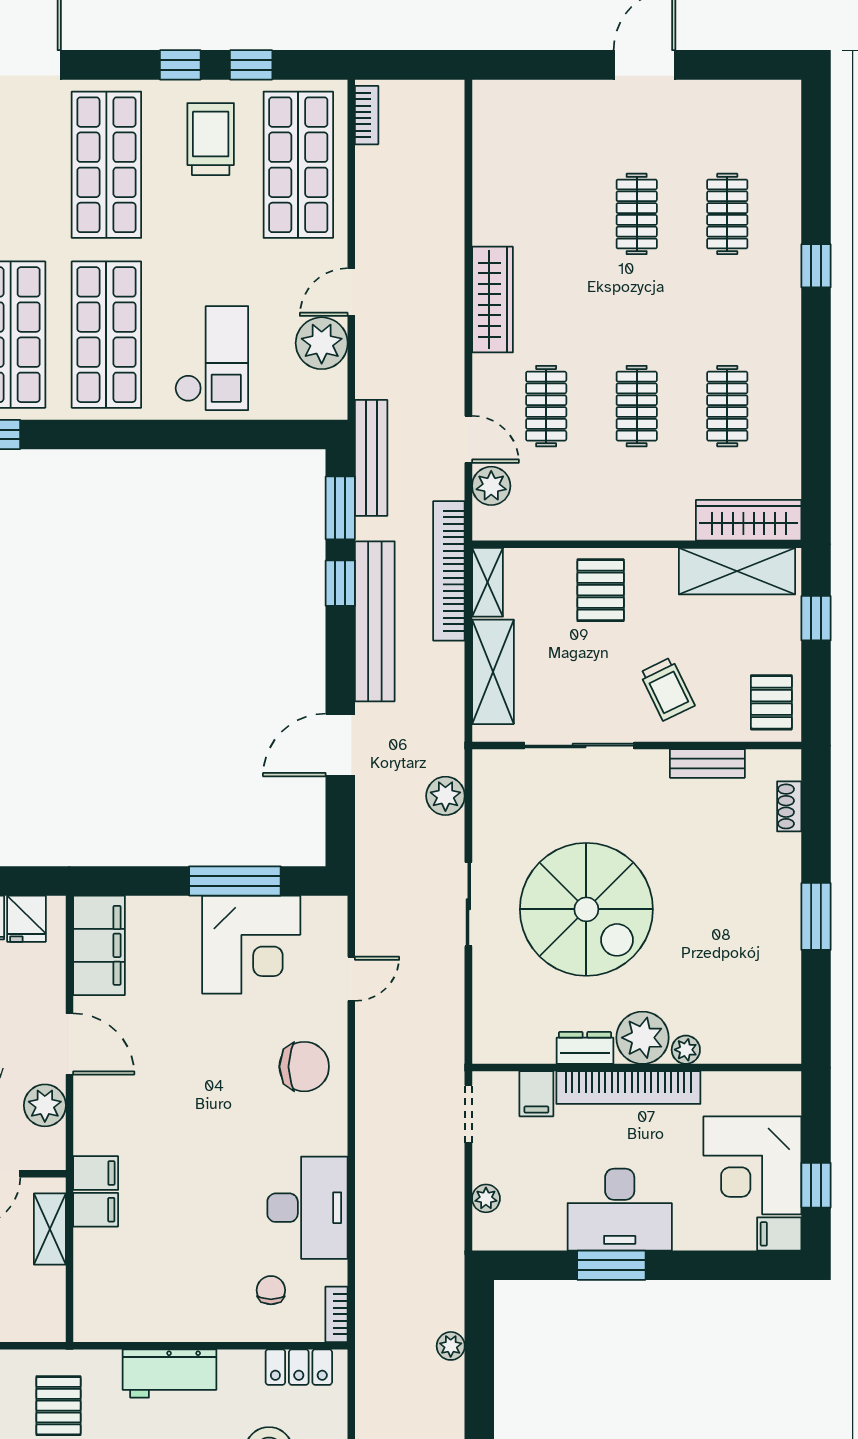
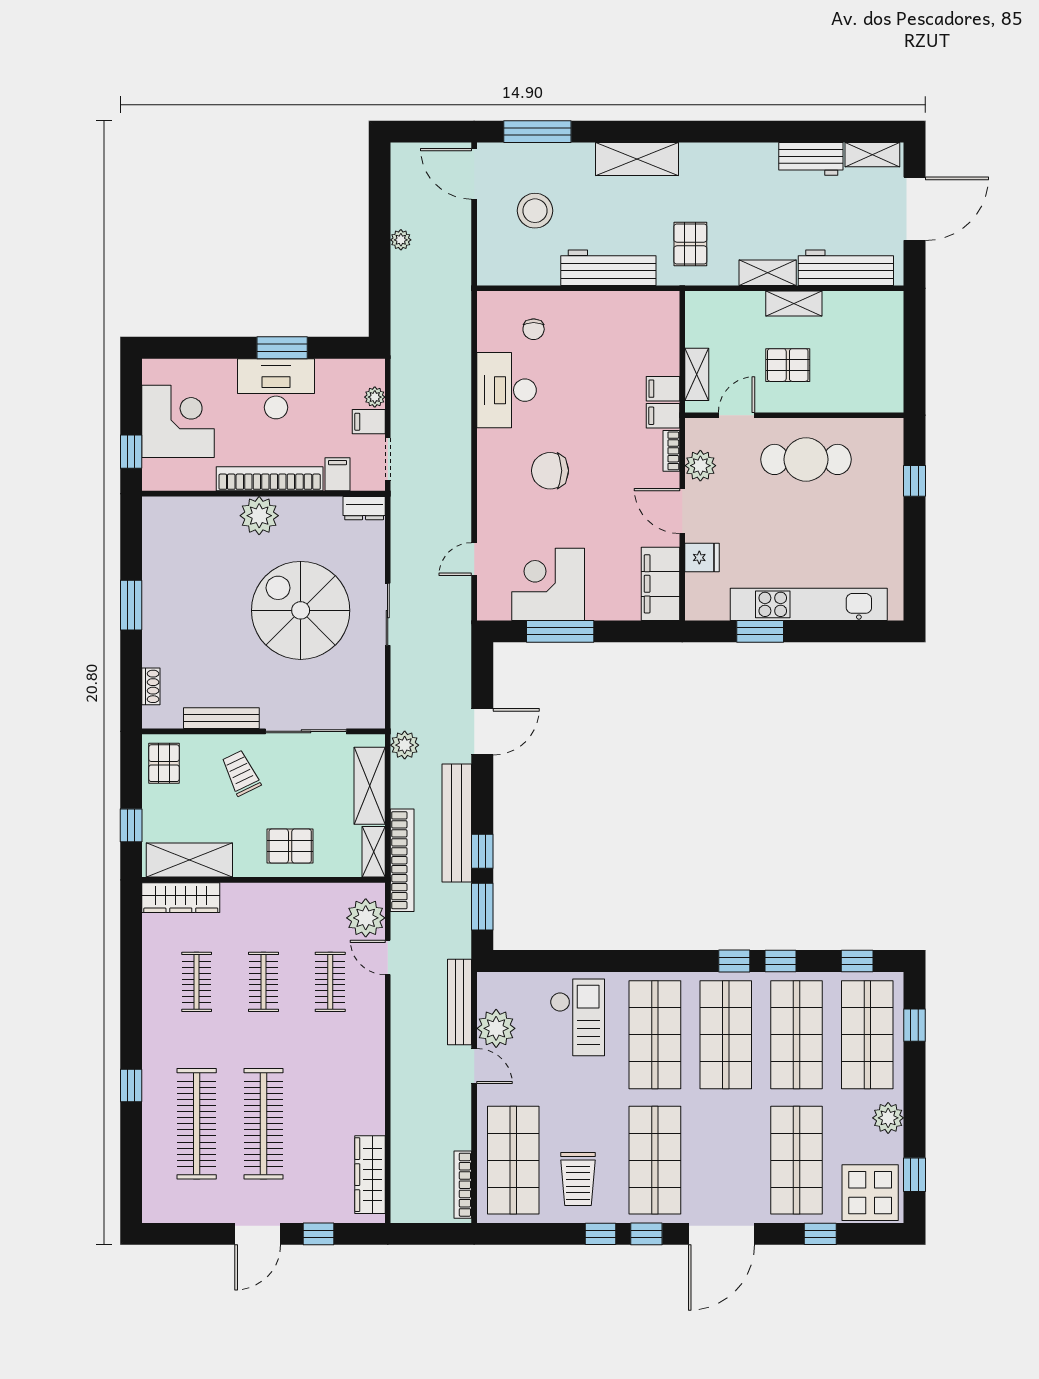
window: (251, 65) -> (646, 1234), moved
window: (562, 65) -> (319, 1234), added
bookcase: (367, 115) -> (463, 1185), width x1.56
clothes rail: (637, 214) -> (263, 1124), width x1.86, depth x1.31
clothes rail: (727, 214) -> (197, 1124), width x1.86, depth x1.31
door: (351, 292) -> (474, 1066), hinge flipped
wardrobe: (492, 300) -> (370, 1175), moved
checkout: (212, 358) -> (577, 1017), turned 180
bench: (371, 458) -> (460, 1002), moved
plant: (491, 486) -> (366, 918), width x1.36, depth x1.36
pallet: (601, 590) -> (290, 846), turned 90
bench: (707, 763) -> (221, 718), width x1.36
plant: (445, 796) -> (405, 745), moved
fridge: (26, 919) -> (702, 558), moved, turned 90
dresser: (585, 1048) -> (364, 508), moved
plant: (686, 1050) -> (227, 507), removed
chair: (304, 1067) -> (550, 471), moved
window: (816, 1185) -> (131, 452), moved
filing cabinet: (779, 1234) -> (369, 422), moved, turned 180
bookcase: (337, 1314) -> (671, 451), moved, turned 180
plant: (451, 1346) -> (401, 240), moved
locker: (299, 1367) -> (513, 272), removed
workbench: (170, 1374) -> (608, 268), width x1.38

